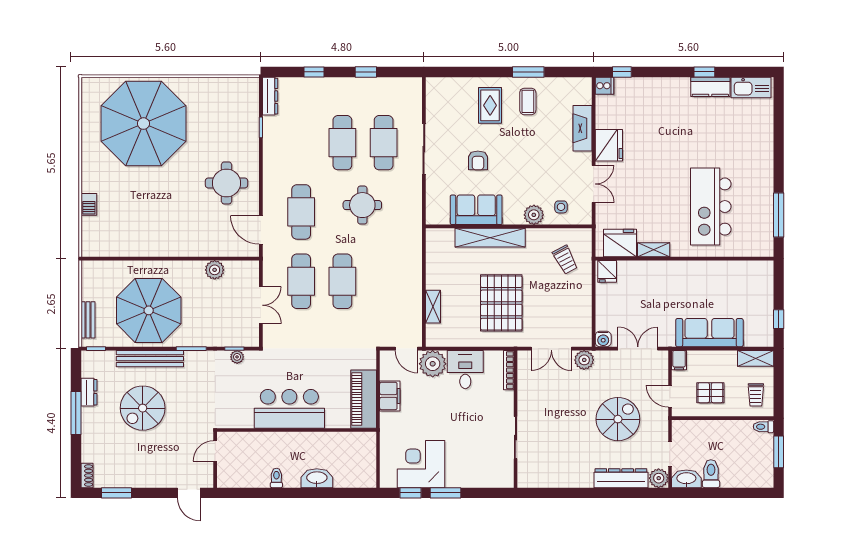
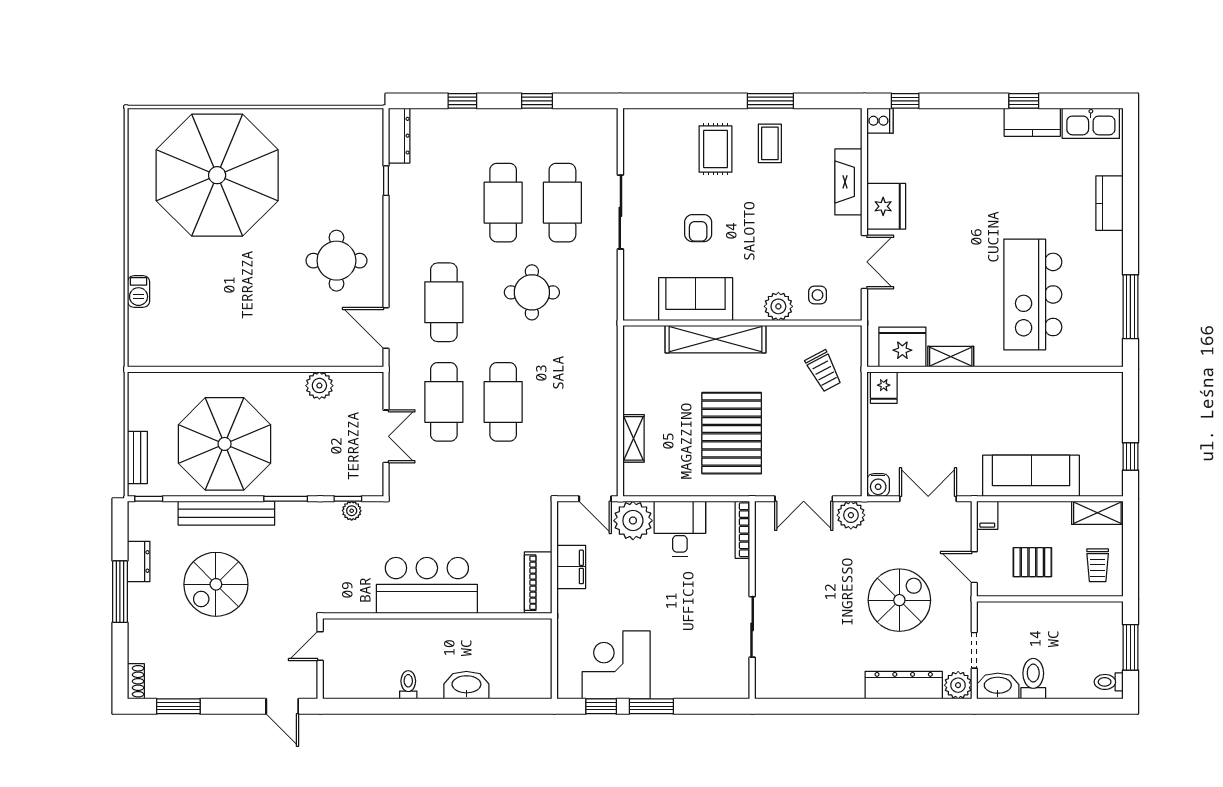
kitchen counter: (764, 143) -> (1109, 203), added
piano: (364, 399) -> (538, 583), width x0.73, depth x0.75
toilet: (763, 427) -> (1109, 682), moved

